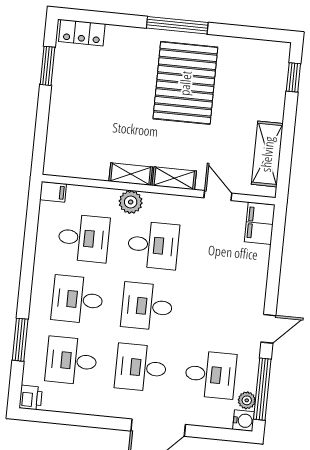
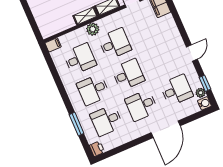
desk: (147, 306) -> (128, 74), turned 180
window: (262, 389) -> (205, 83), width x0.46

